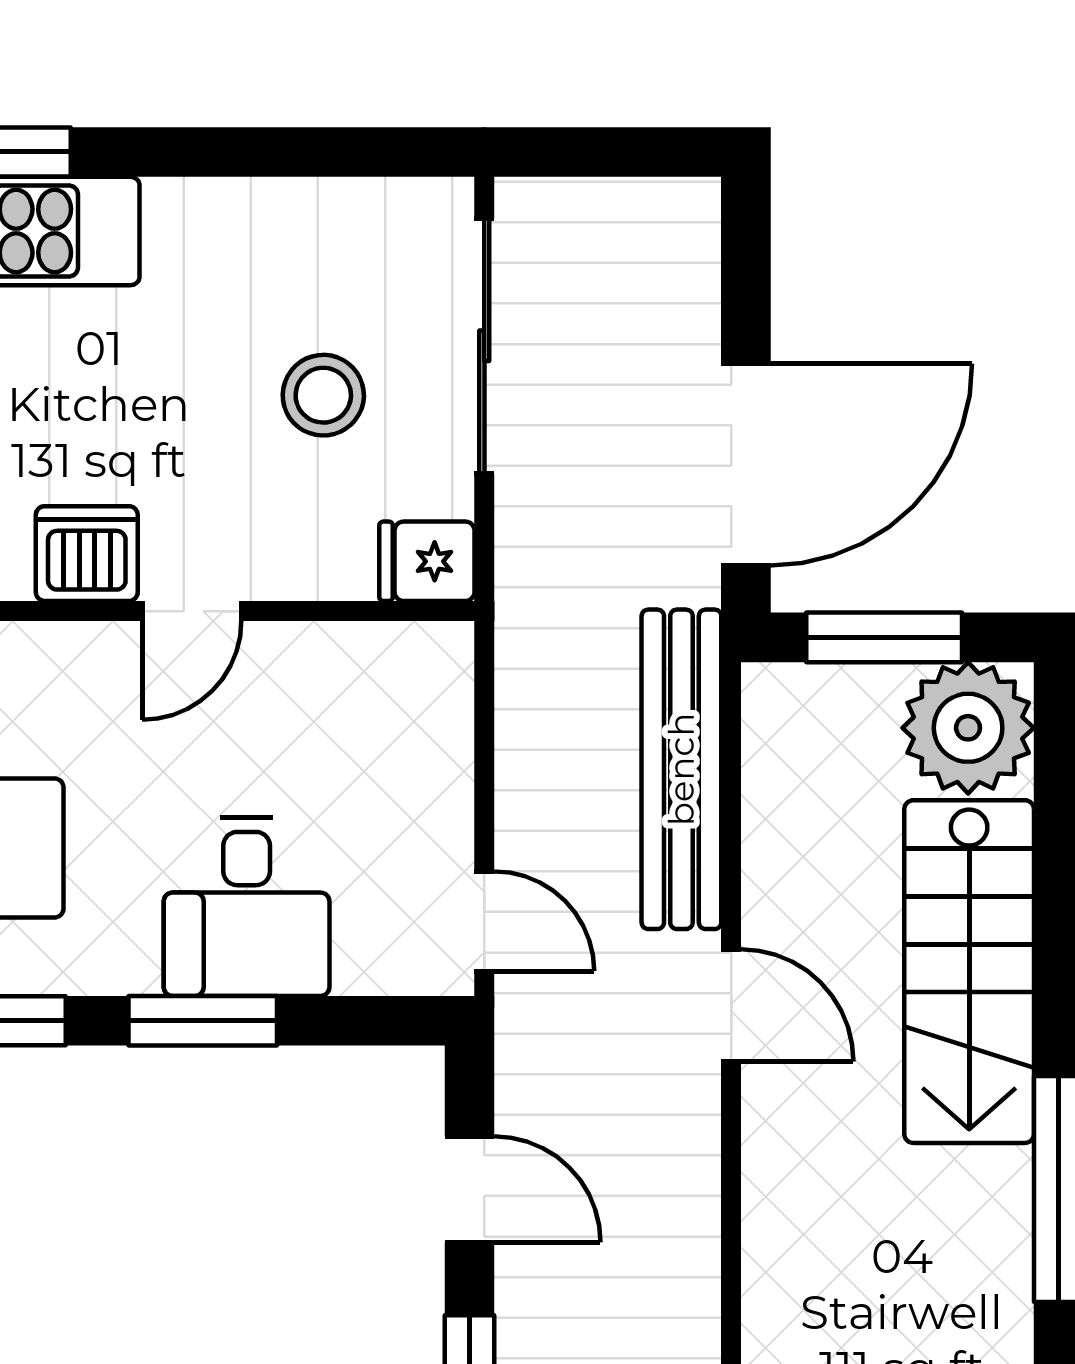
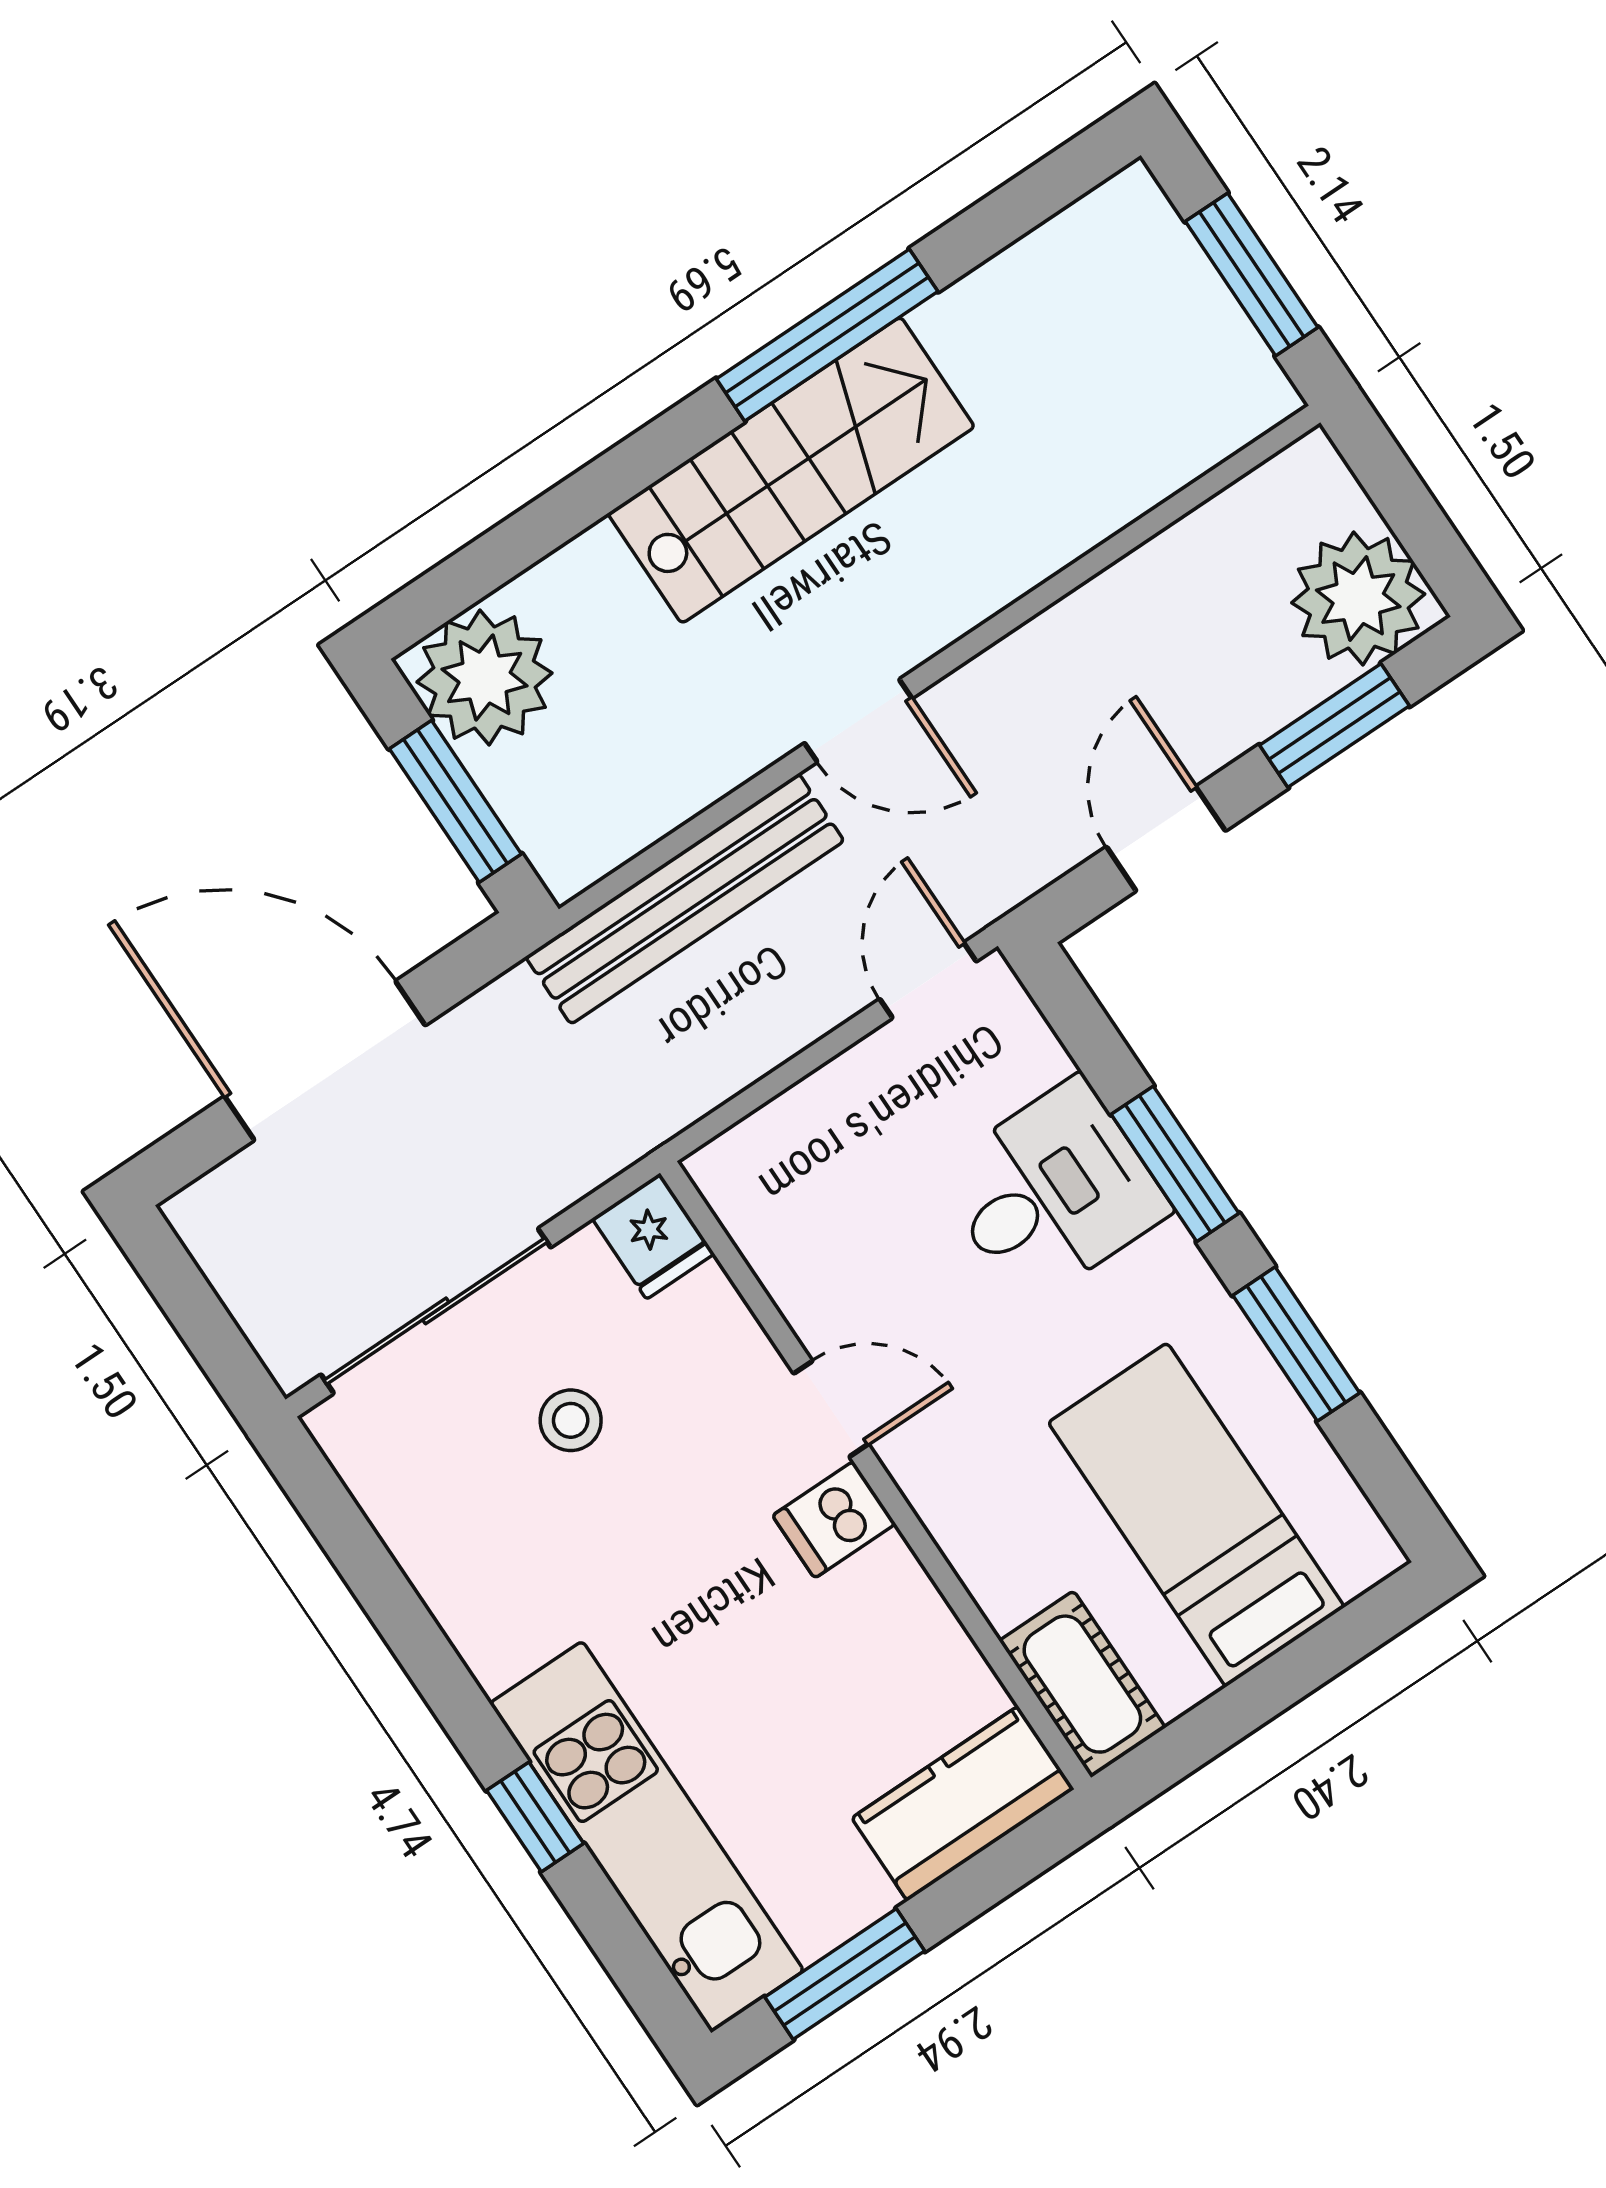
stool: (323, 395) -> (571, 1420), width x0.73, depth x0.73
door: (746, 465) -> (325, 1061), moved
dishwasher: (87, 554) -> (834, 1520), width x0.73
stairs: (969, 972) -> (791, 470), moved
door: (731, 1005) -> (858, 721), swing flipped

